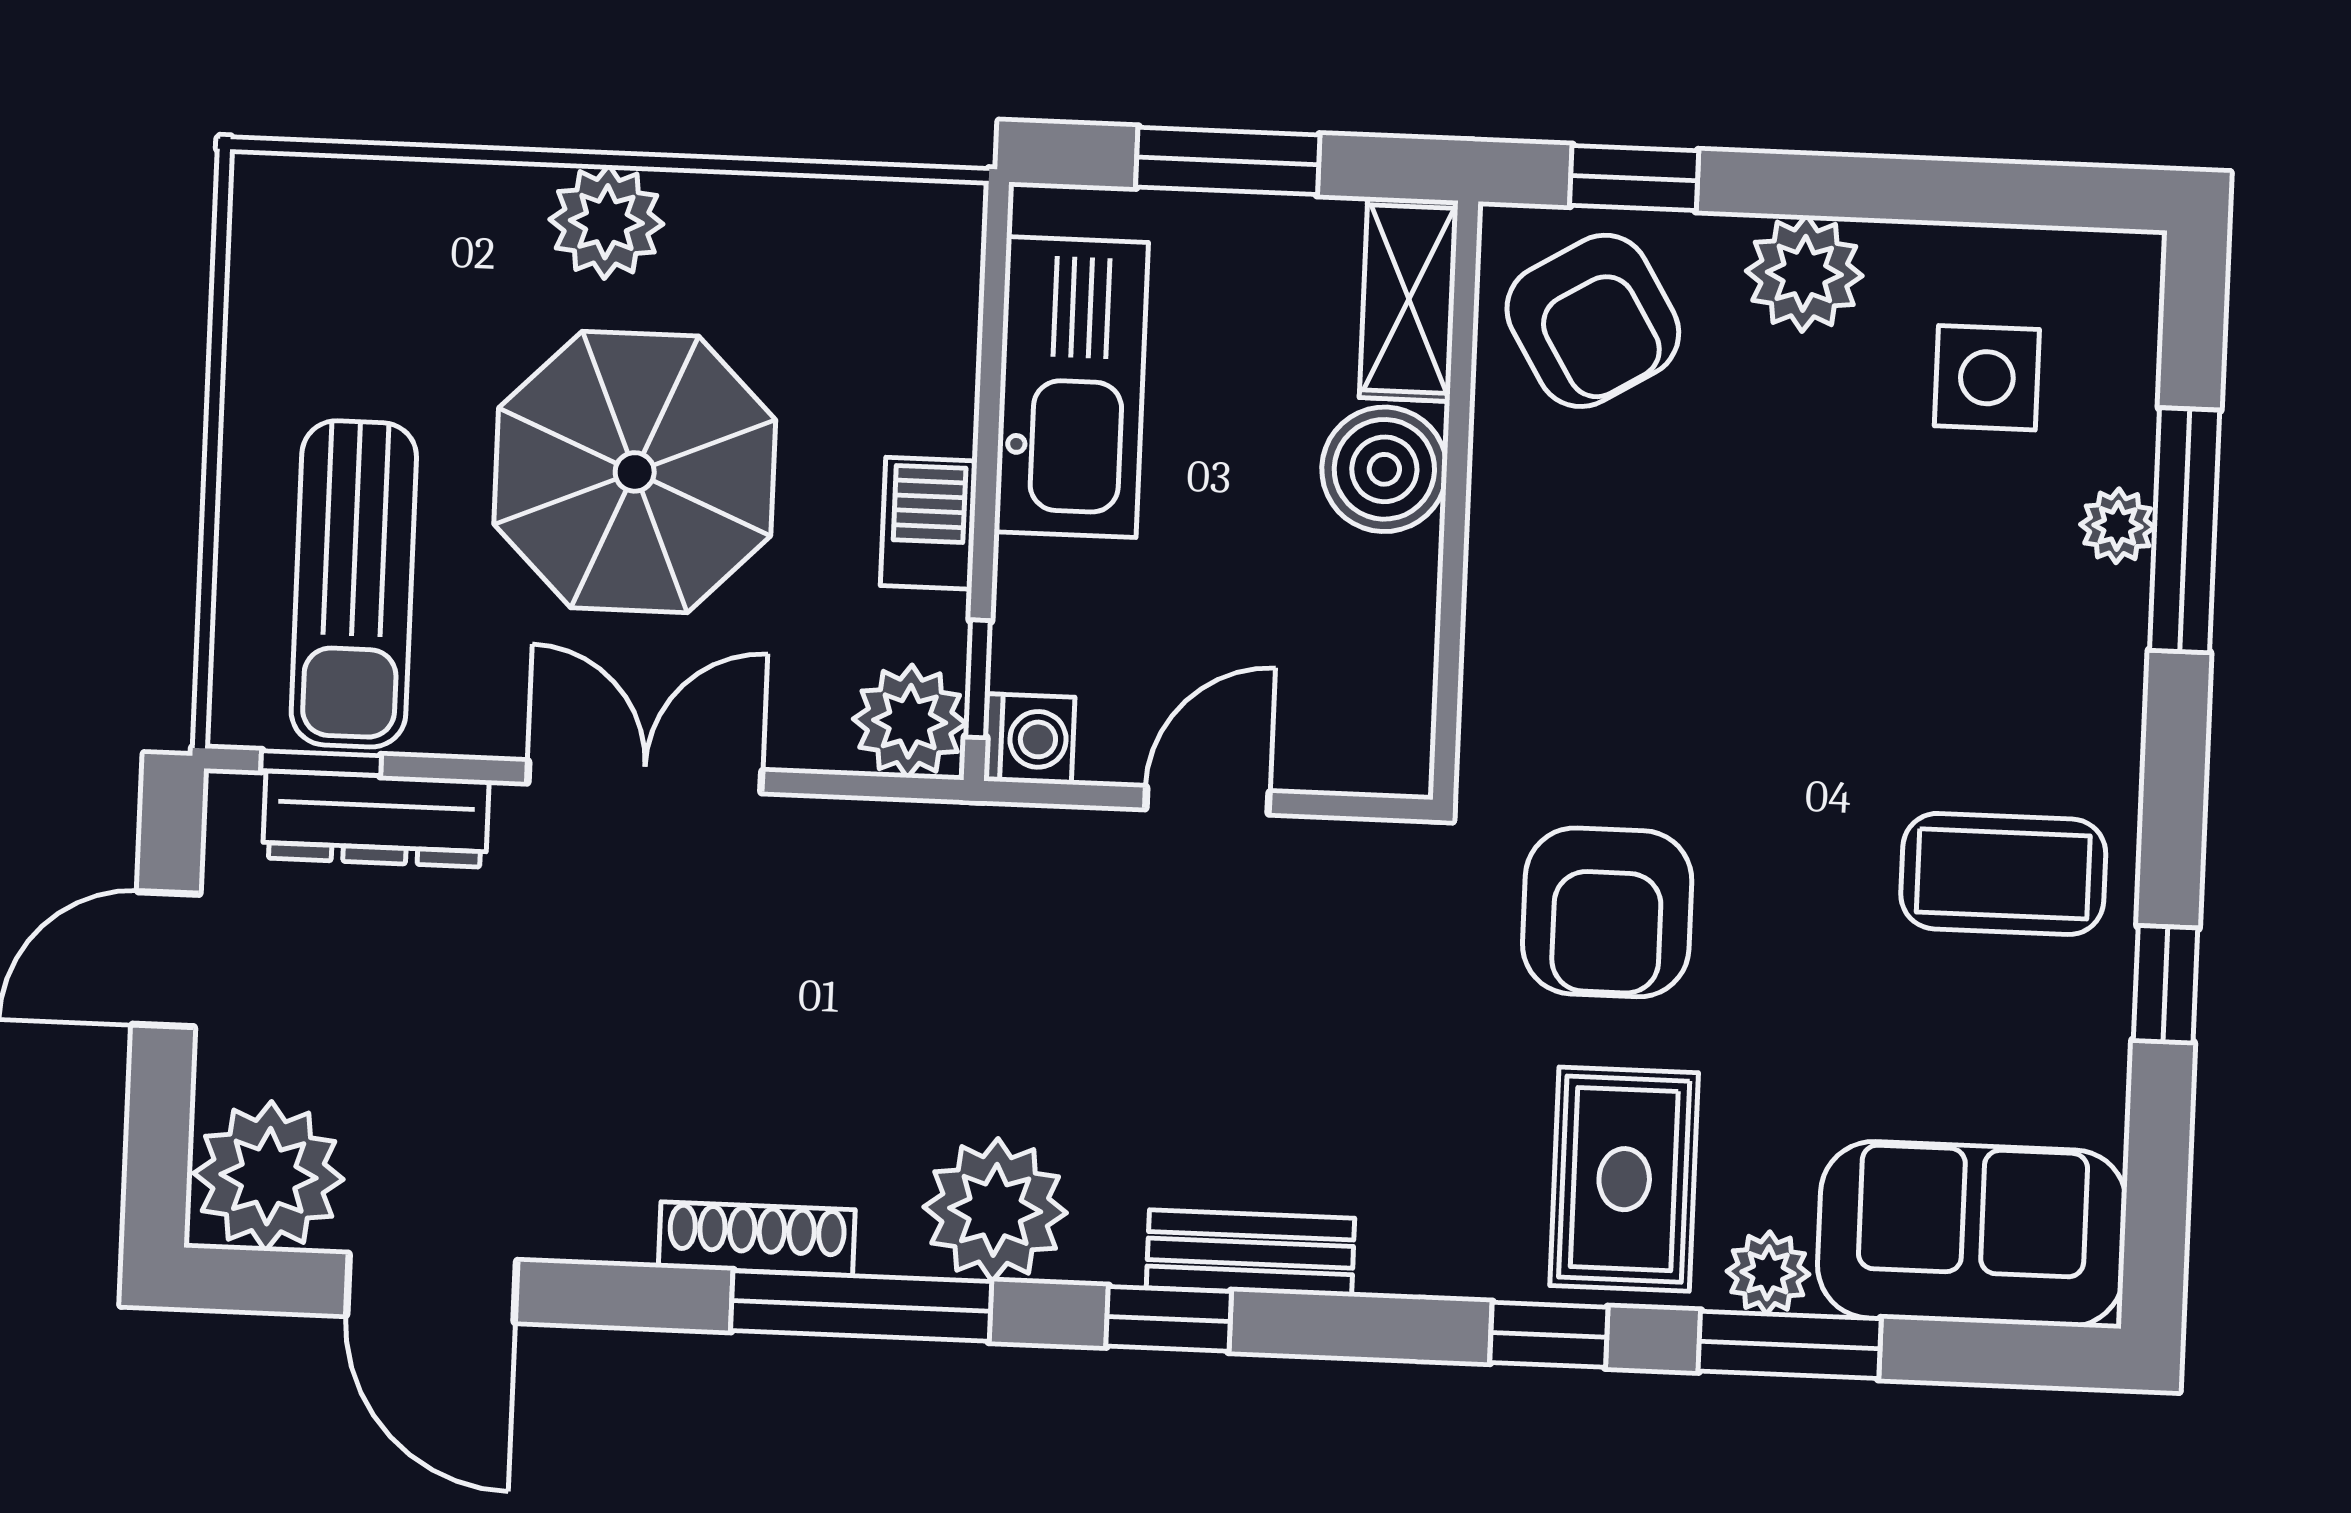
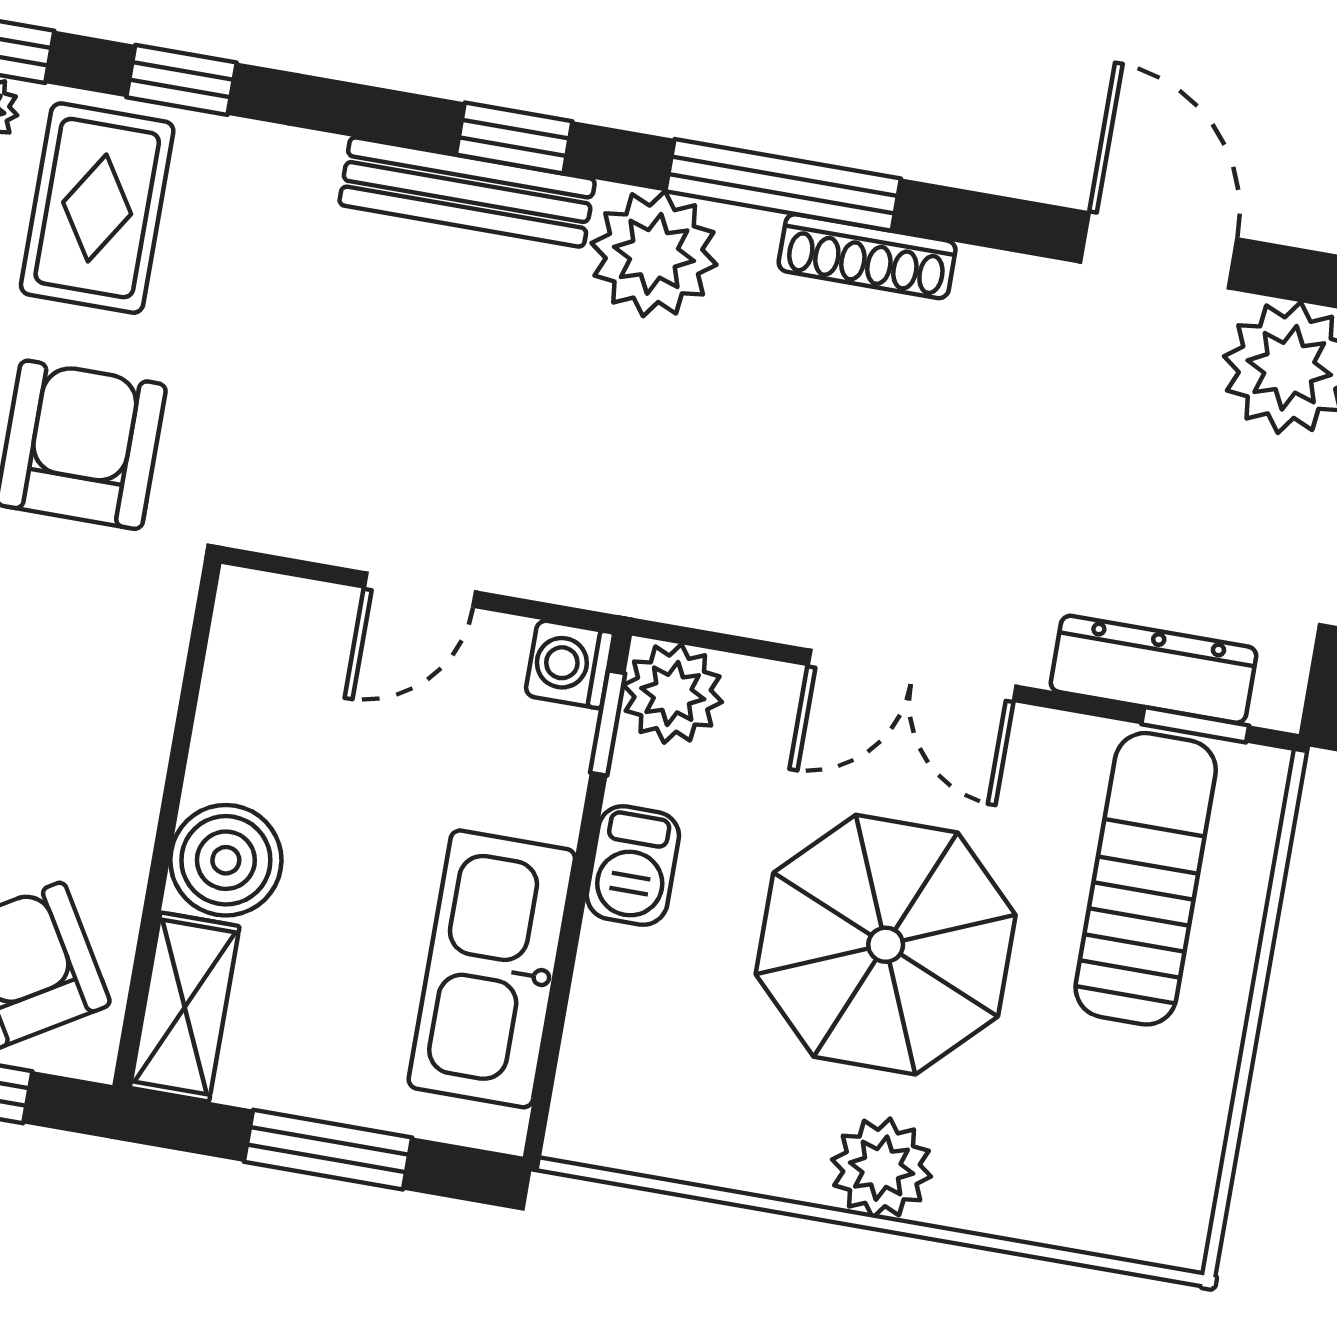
bench: (1250, 1253) -> (467, 192), width x1.36

